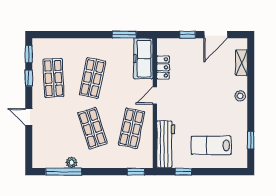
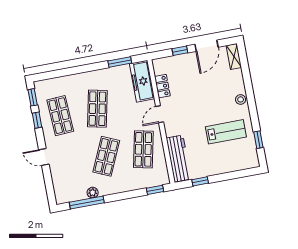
shelving: (242, 63) -> (234, 57), moved
shop shelf: (92, 128) -> (106, 156), turned 42
lab bench: (211, 145) -> (226, 132), moved, turned 180

